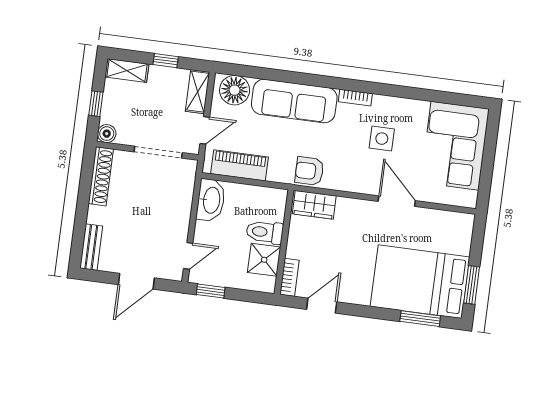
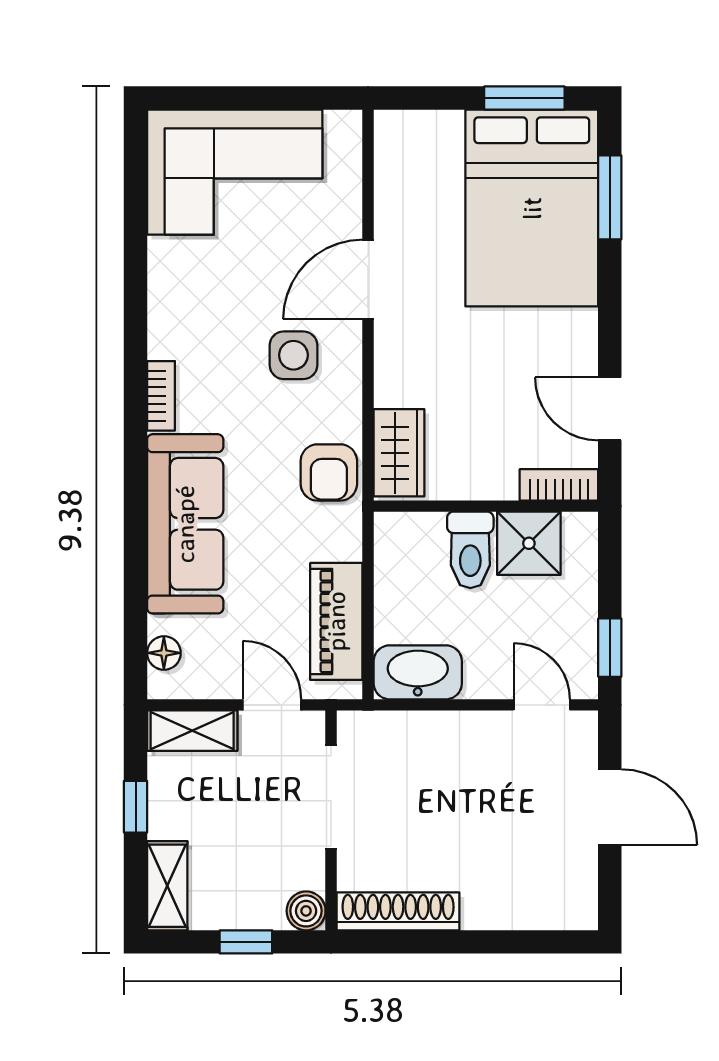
floor lamp: (235, 90) -> (164, 653), width x0.53, depth x0.53
side table: (382, 139) -> (293, 355), moved
bench: (91, 247) -> (550, 912), removed

